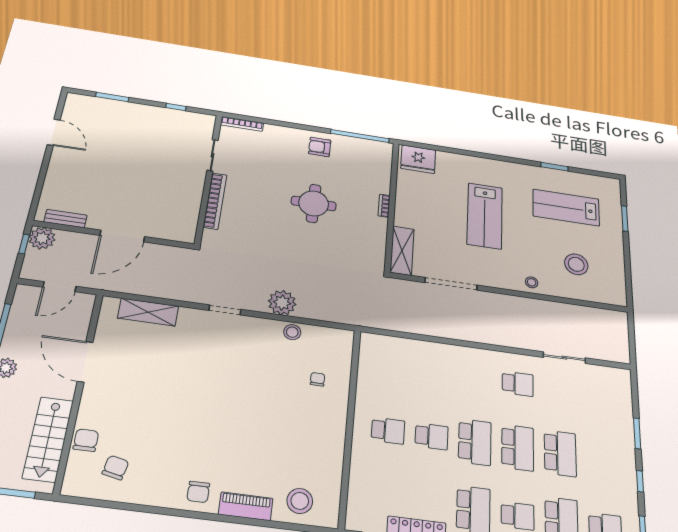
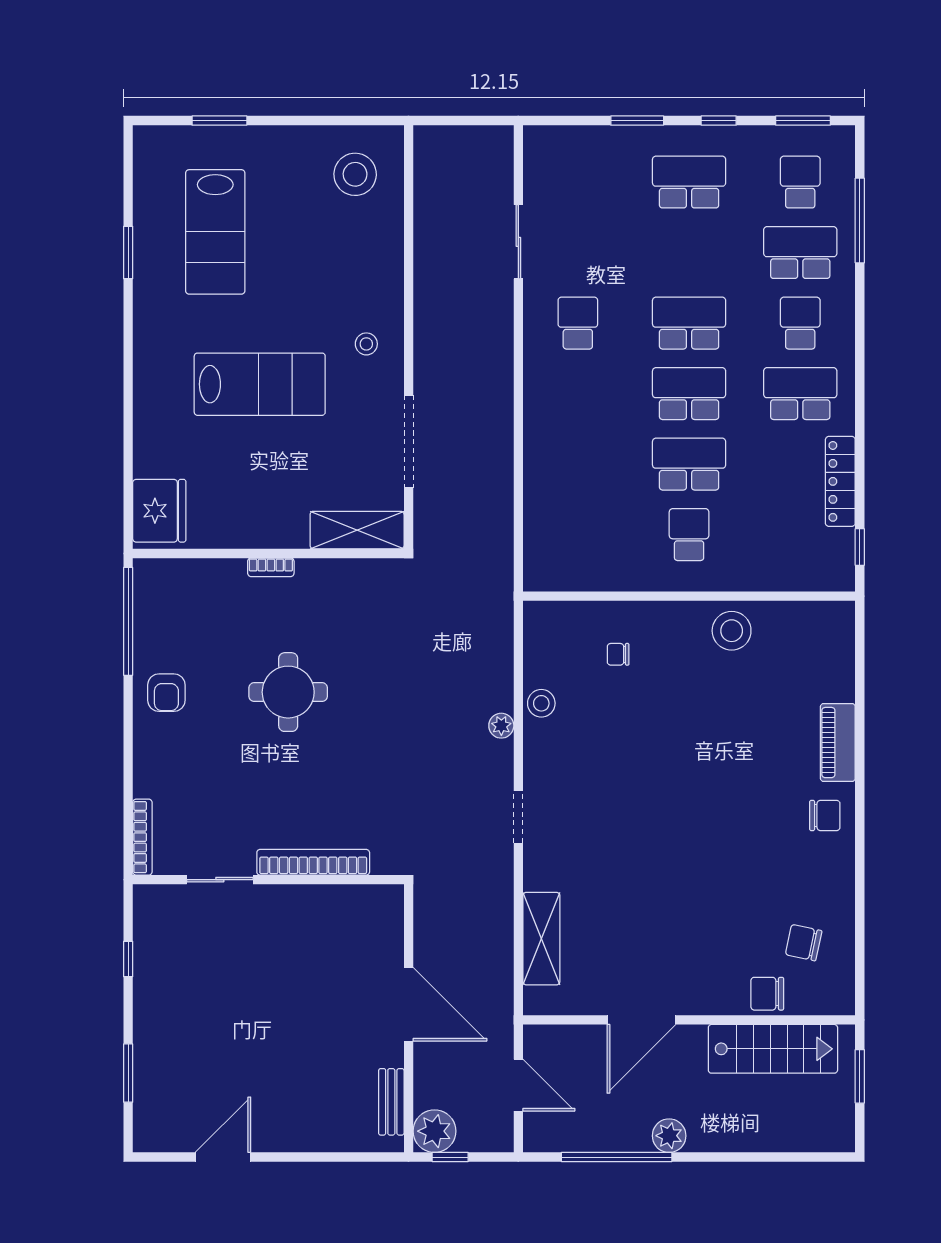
stool: (576, 264) -> (355, 174), moved
stool: (532, 282) -> (366, 344), moved
plant: (282, 303) -> (501, 726), width x0.53, depth x0.53
school desk: (432, 436) -> (689, 464), width x1.85
school desk: (560, 453) -> (689, 182), moved
stool: (300, 501) -> (732, 631), moved

